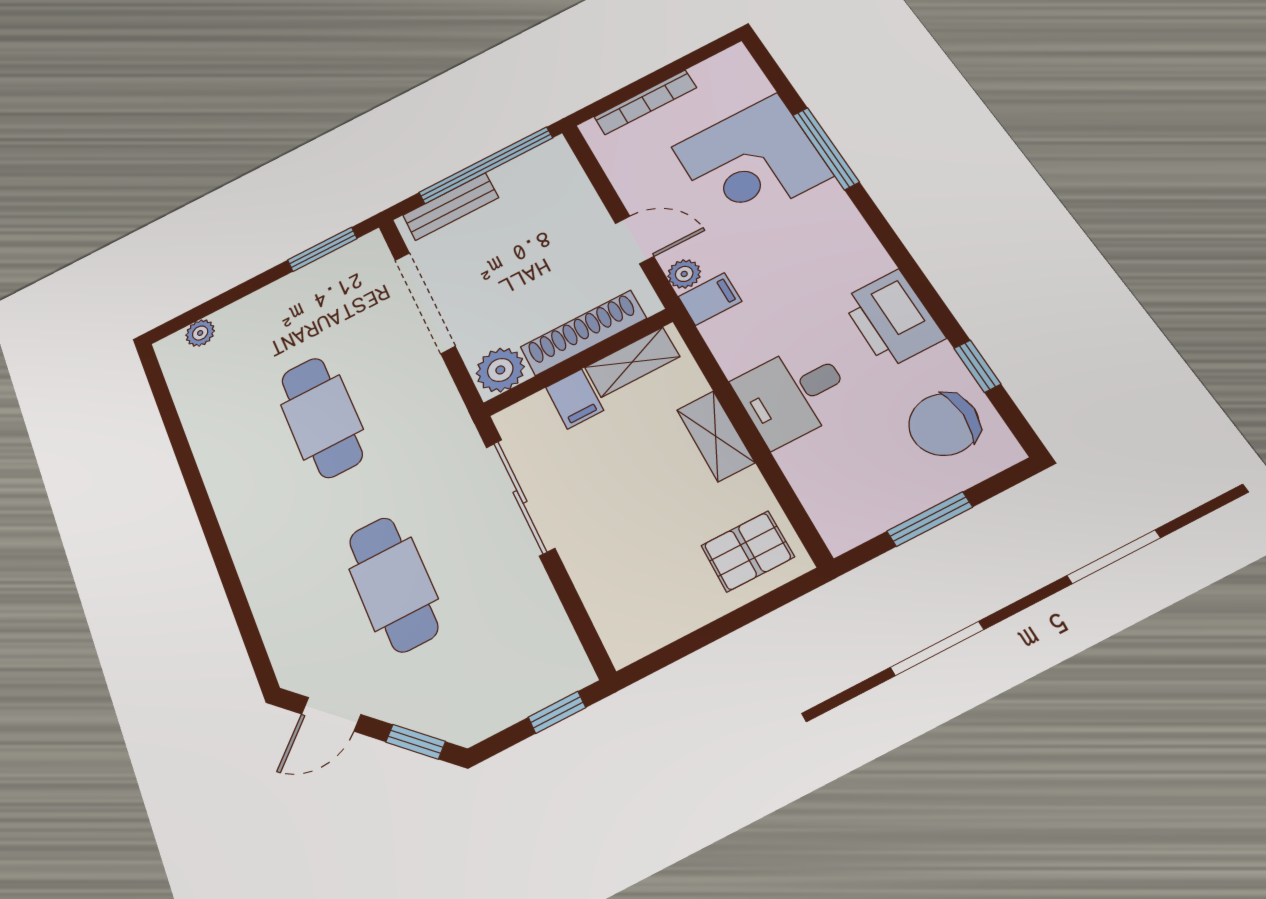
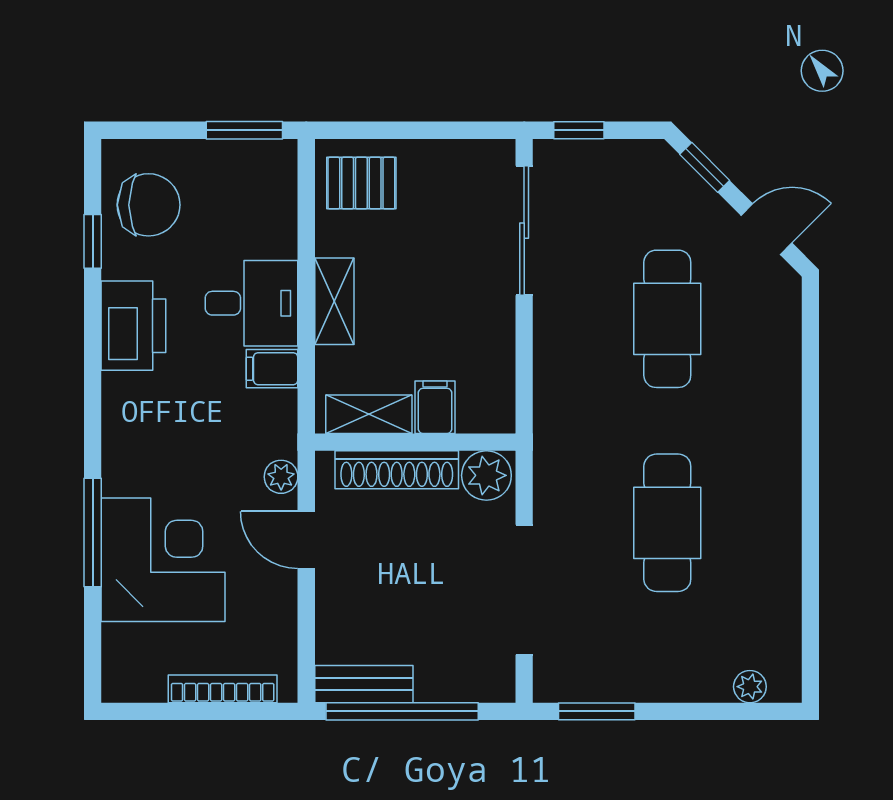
bench: (451, 206) -> (364, 684), moved
filing cabinet: (710, 299) -> (272, 369), moved
sliding door: (520, 497) -> (524, 231), moved
window: (930, 519) -> (244, 130), moved

